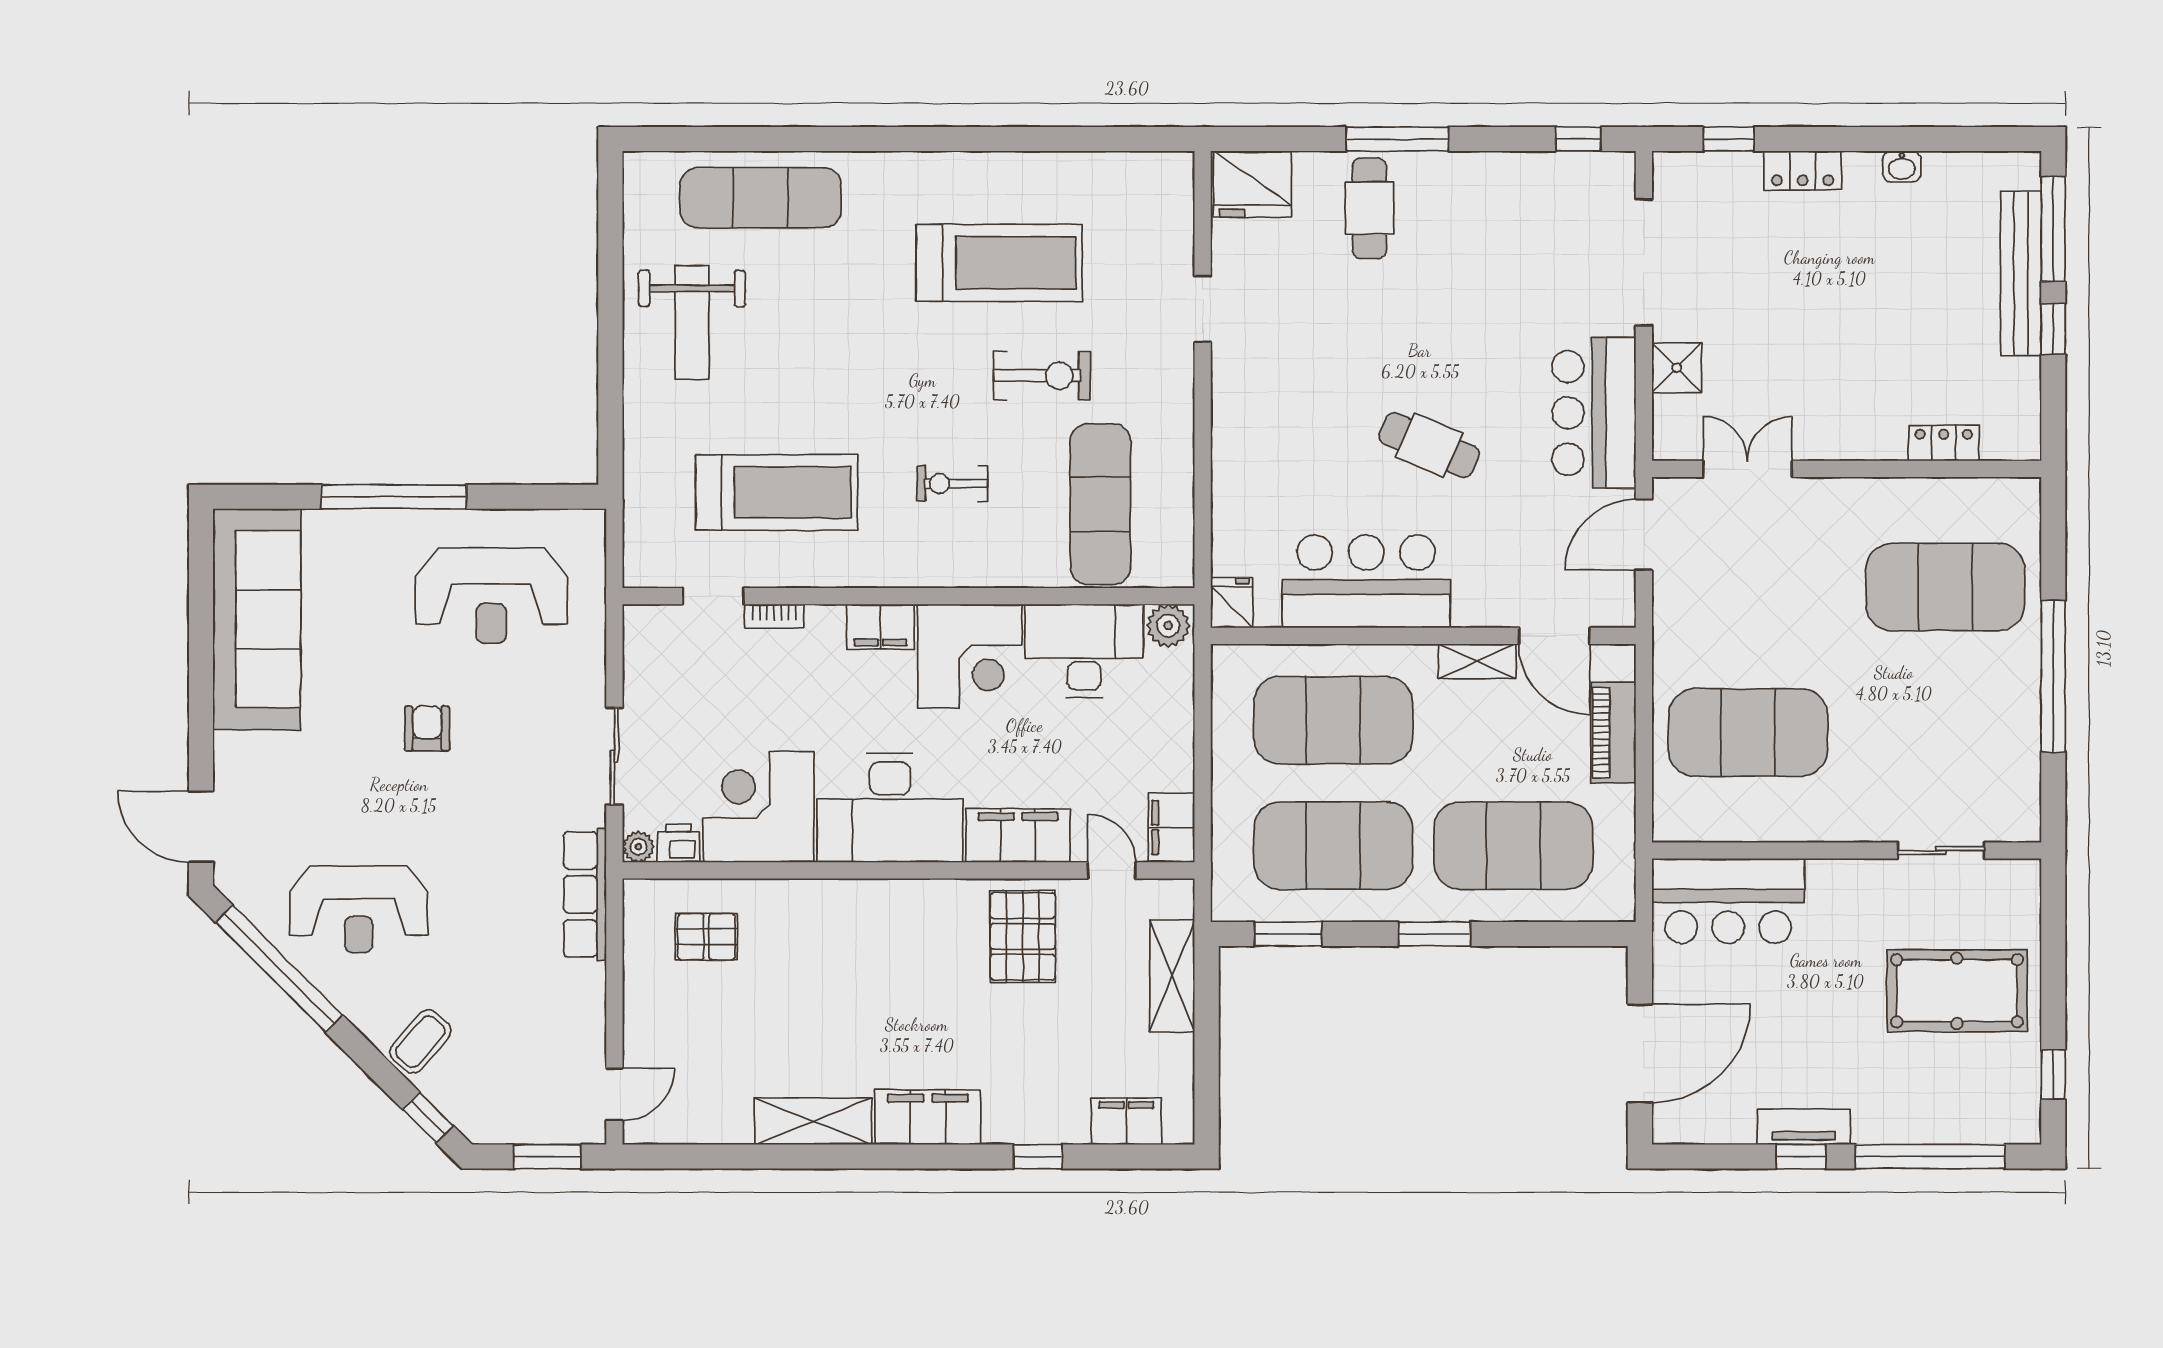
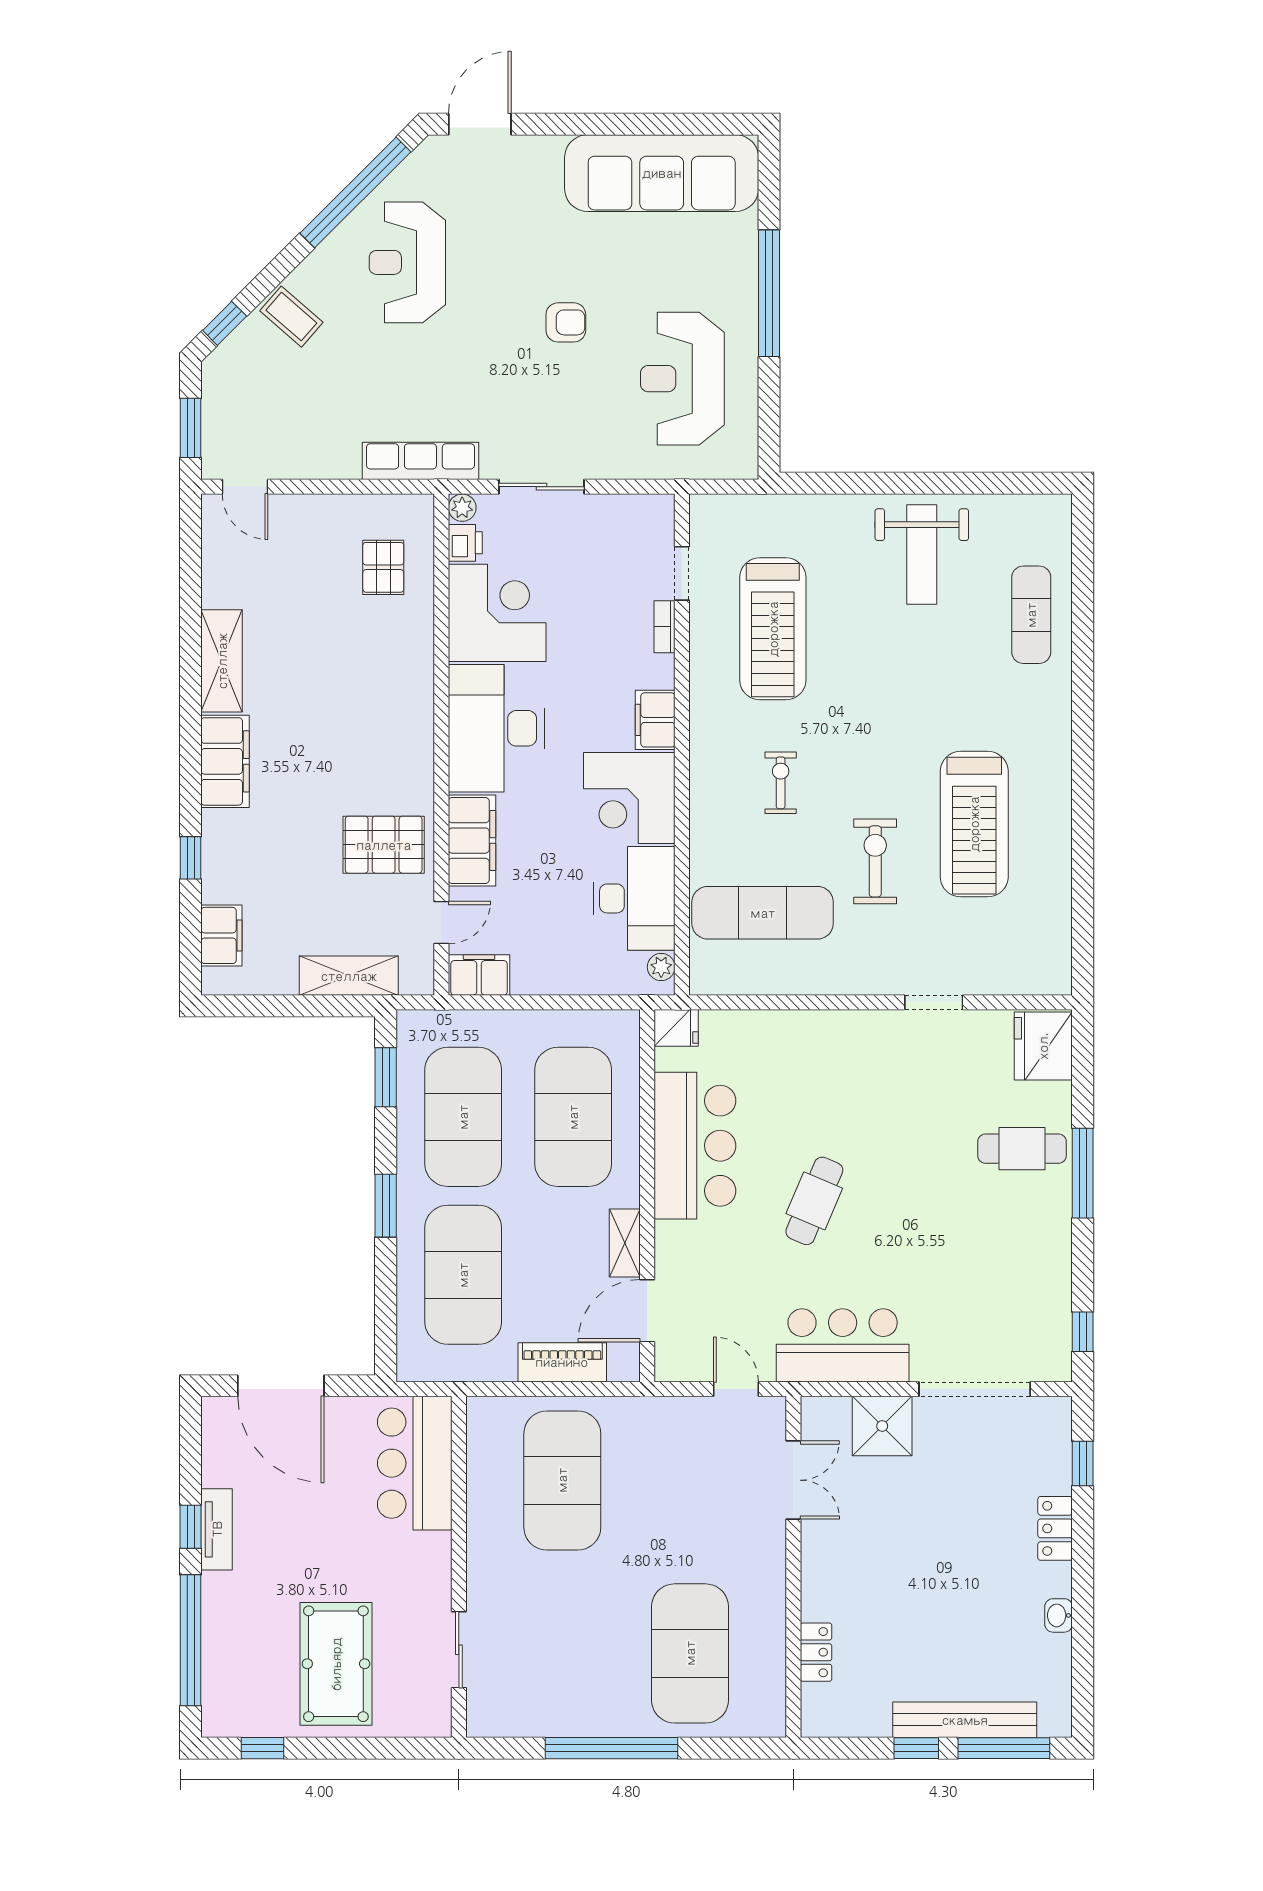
exercise mat: (761, 198) -> (1031, 615), width x0.73, depth x0.69
weight bench: (692, 323) -> (922, 555), turned -90
shower: (1677, 368) -> (882, 1426), width x1.36, depth x1.36
exercise bike: (1042, 376) -> (875, 861), turned 180
door: (1644, 535) -> (736, 1389), width x0.73
plant: (1168, 626) -> (661, 967), width x0.73, depth x0.73

